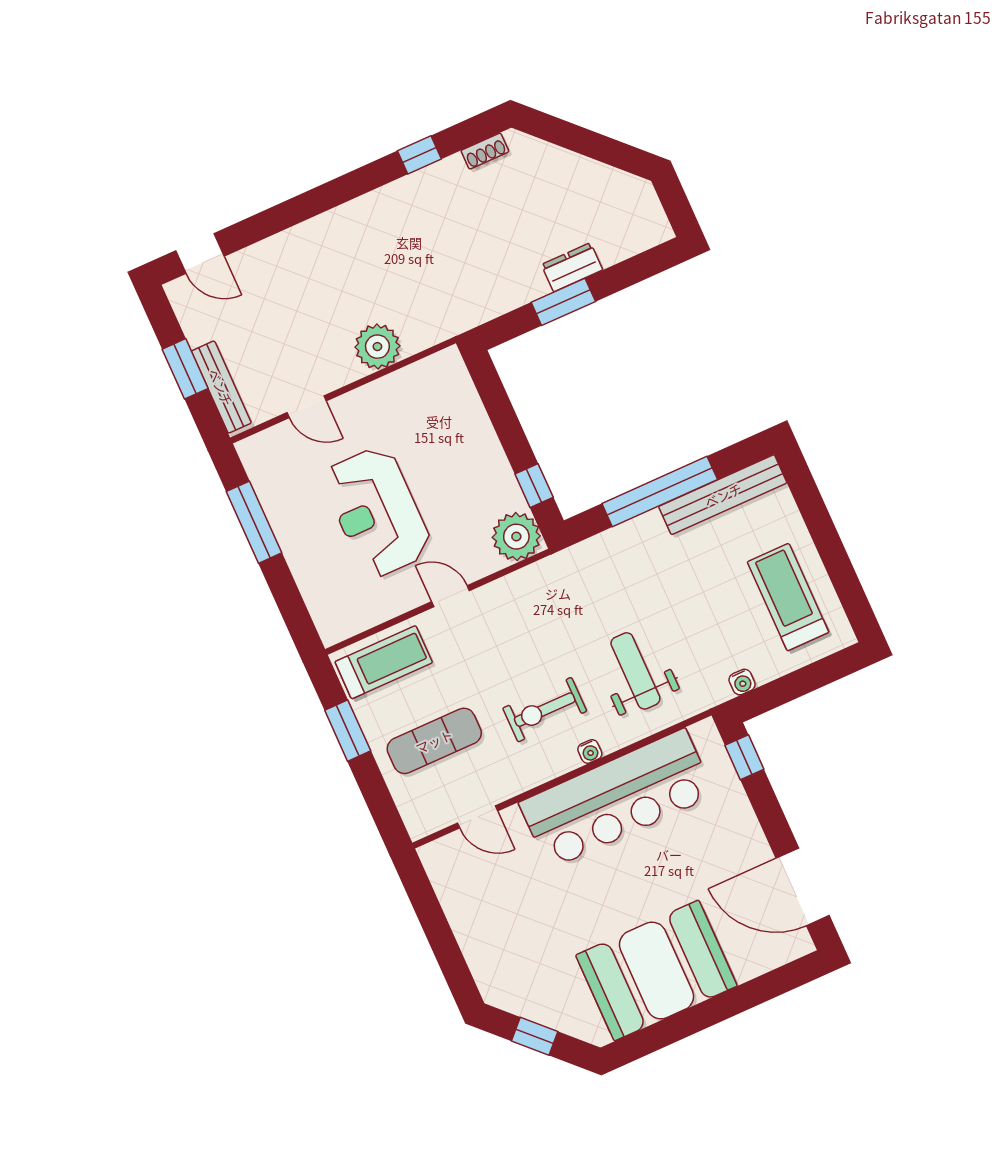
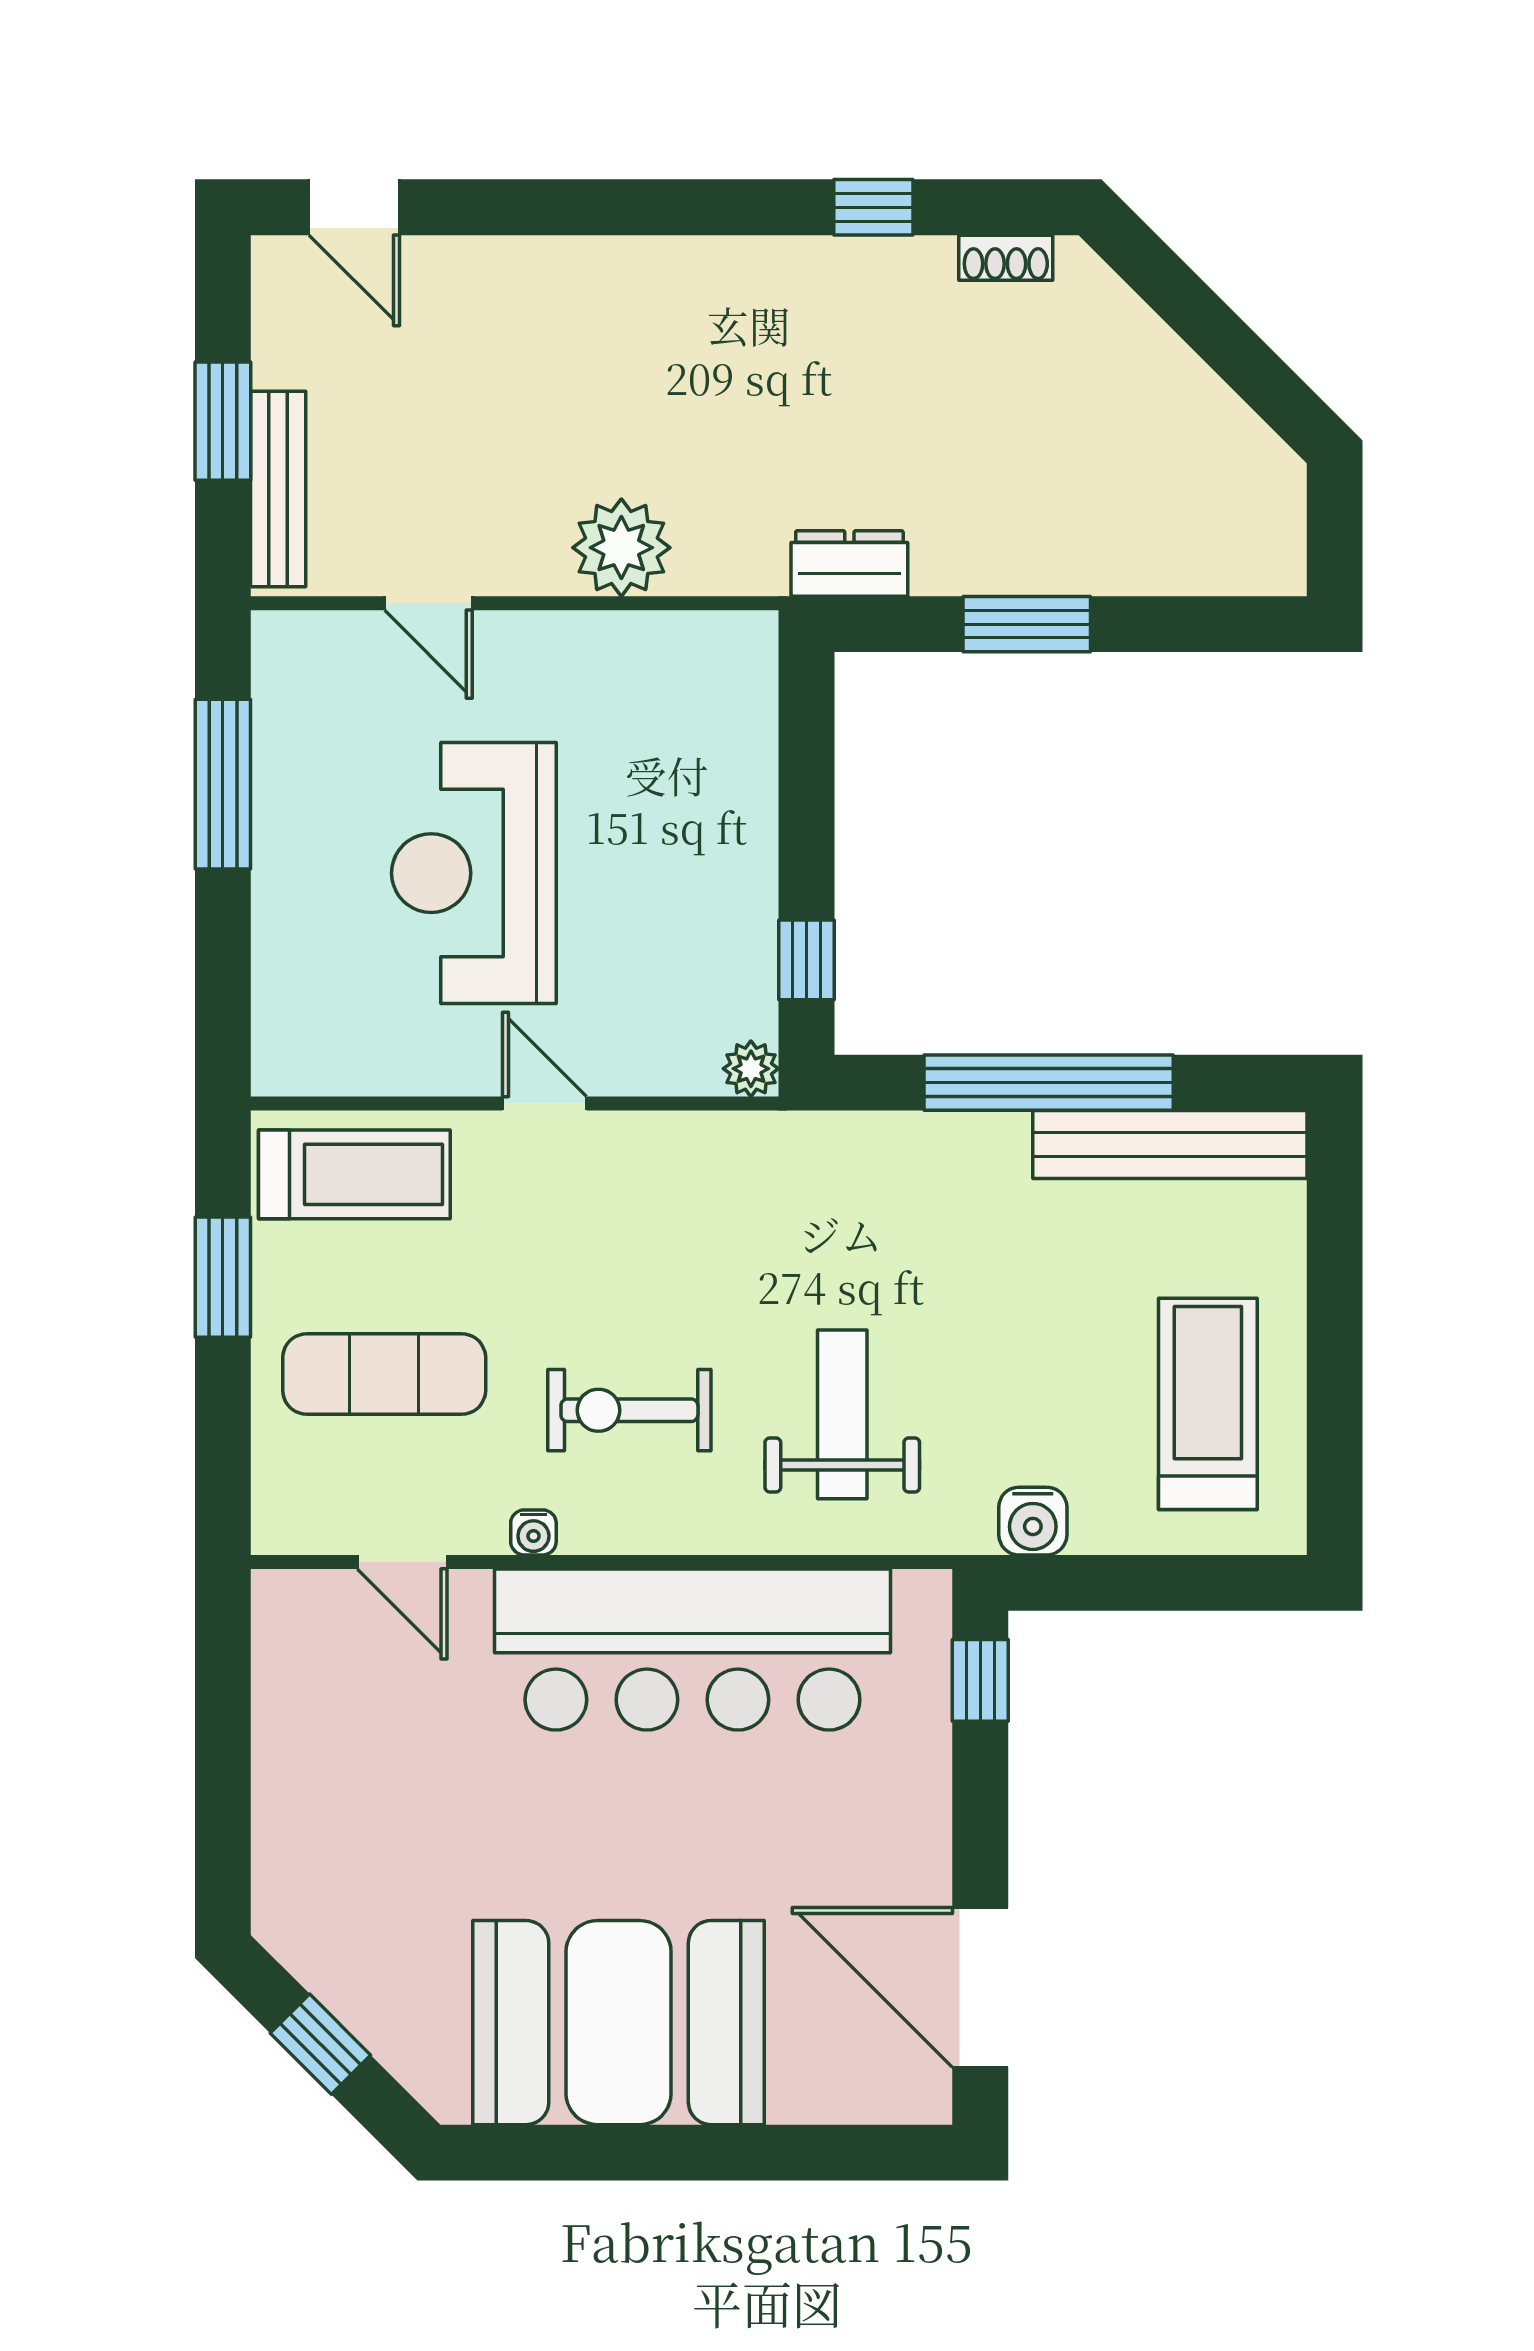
dresser: (572, 267) -> (849, 563), moved
plant: (516, 537) -> (751, 1069), width x0.53, depth x0.53
water cooler: (742, 682) -> (1033, 1521), width x1.38, depth x1.38
water cooler: (590, 751) -> (533, 1532), moved

